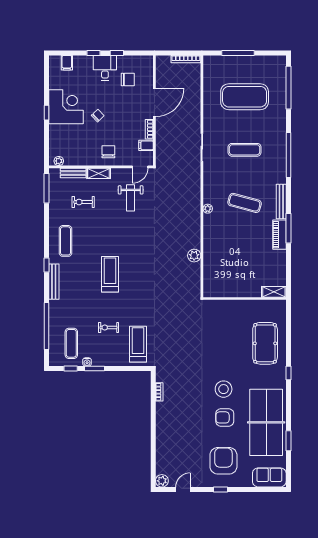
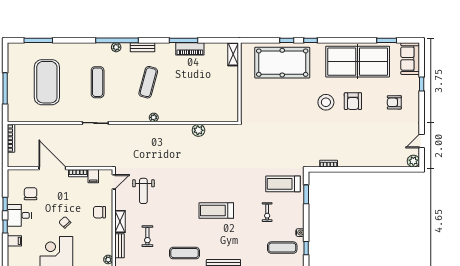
filing cabinet: (67, 63) -> (14, 241), moved
window: (288, 88) -> (38, 40), width x0.68
window: (288, 155) -> (117, 40), moved
door: (140, 167) -> (114, 182), hinge flipped
plant: (281, 169) -> (116, 47), added
weight bench: (131, 198) -> (143, 191), turned 90
bench: (281, 202) -> (142, 47), width x0.73
window: (288, 228) -> (183, 40), moved
piano: (279, 235) -> (190, 49), moved
pool table: (265, 343) -> (282, 63), width x1.36, depth x1.32
window: (288, 348) -> (287, 40), added
window: (94, 368) -> (306, 194), moved
window: (288, 441) -> (387, 40), moved
armchair: (223, 461) -> (394, 102), width x0.53, depth x0.53
door: (183, 489) -> (422, 141), hinge flipped
window: (221, 489) -> (422, 84), moved

